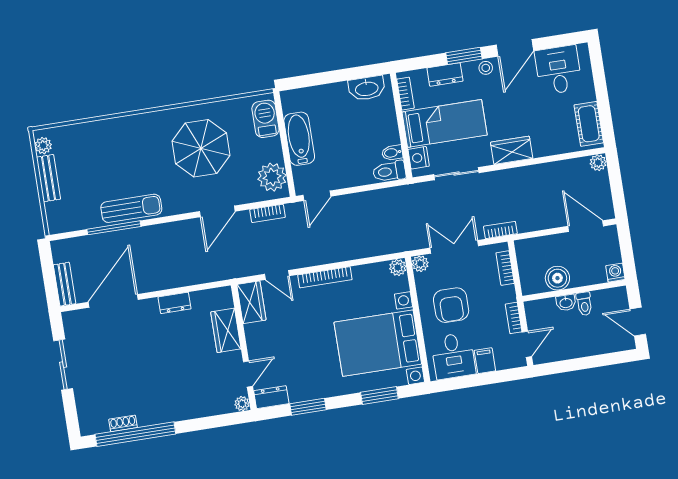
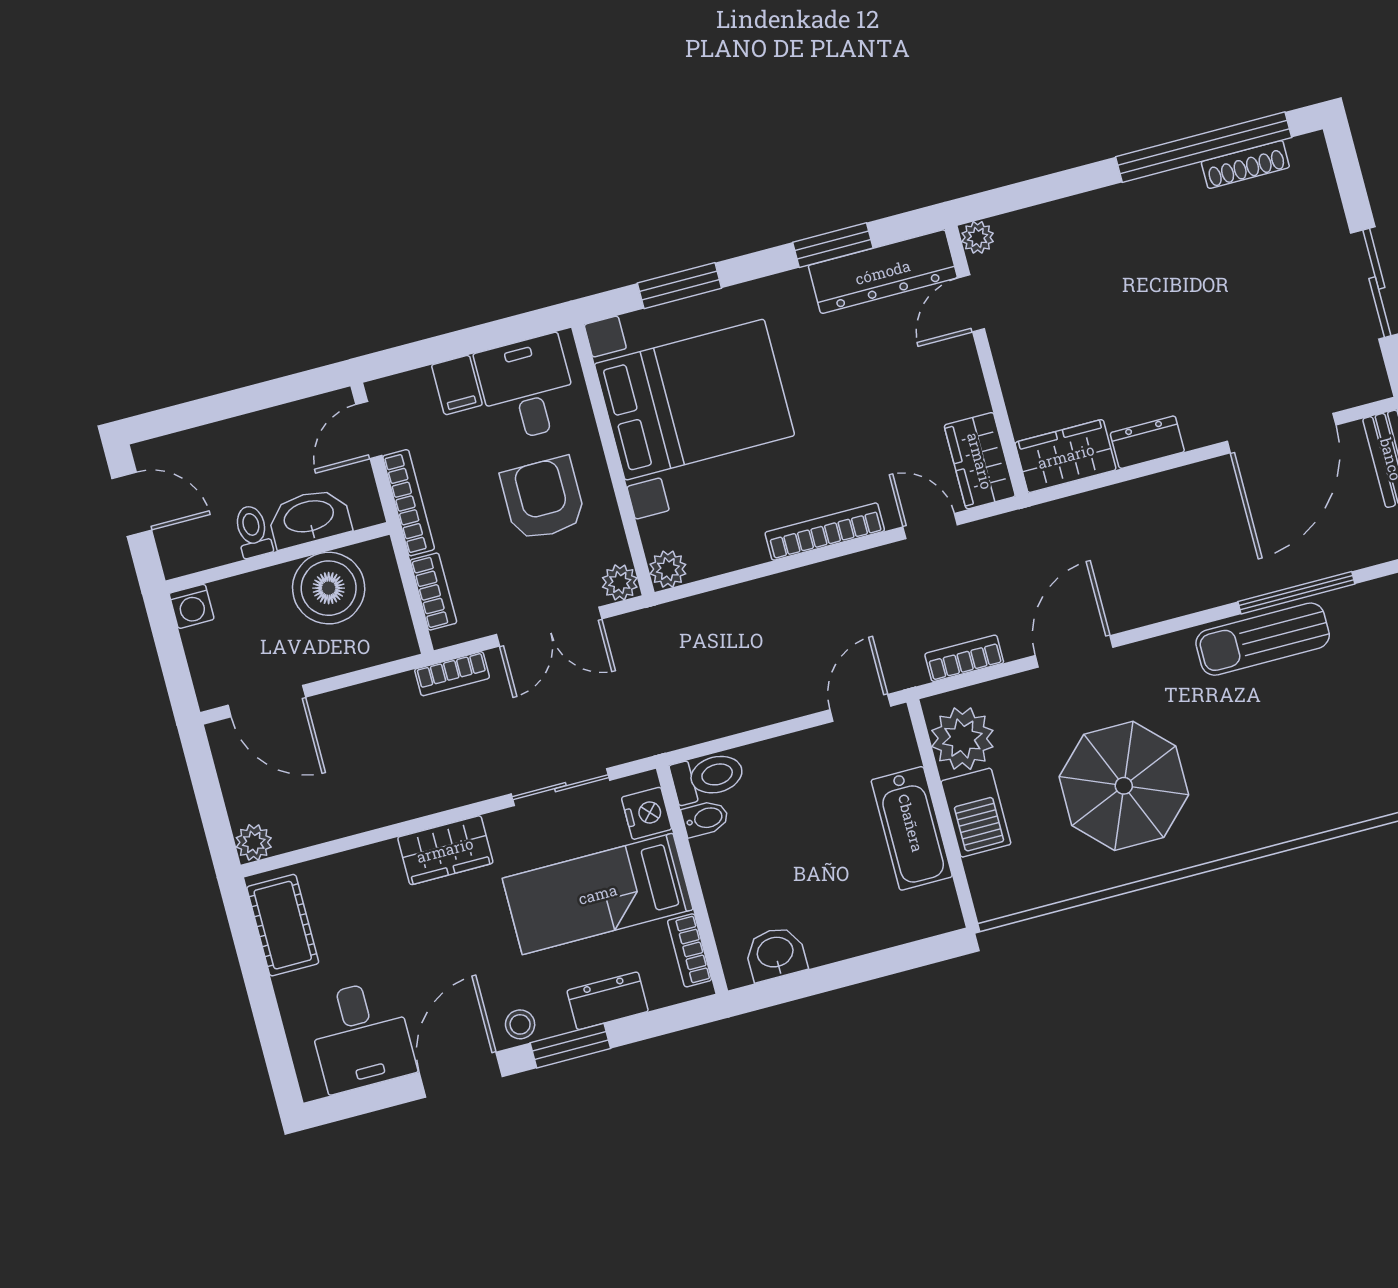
washbasin: (367, 88) -> (775, 953), width x0.72
barbecue: (265, 119) -> (976, 813), moved
boiler: (557, 278) -> (329, 588), width x1.37, depth x1.37
washbasin: (566, 303) -> (309, 518), width x1.91, depth x1.45
bookcase: (514, 318) -> (409, 503), width x1.56
wardrobe: (226, 330) -> (1066, 456), moved, turned -90
dresser: (271, 397) -> (883, 272), width x1.96, depth x1.24
shoe rack: (123, 423) -> (1245, 165), width x1.43

